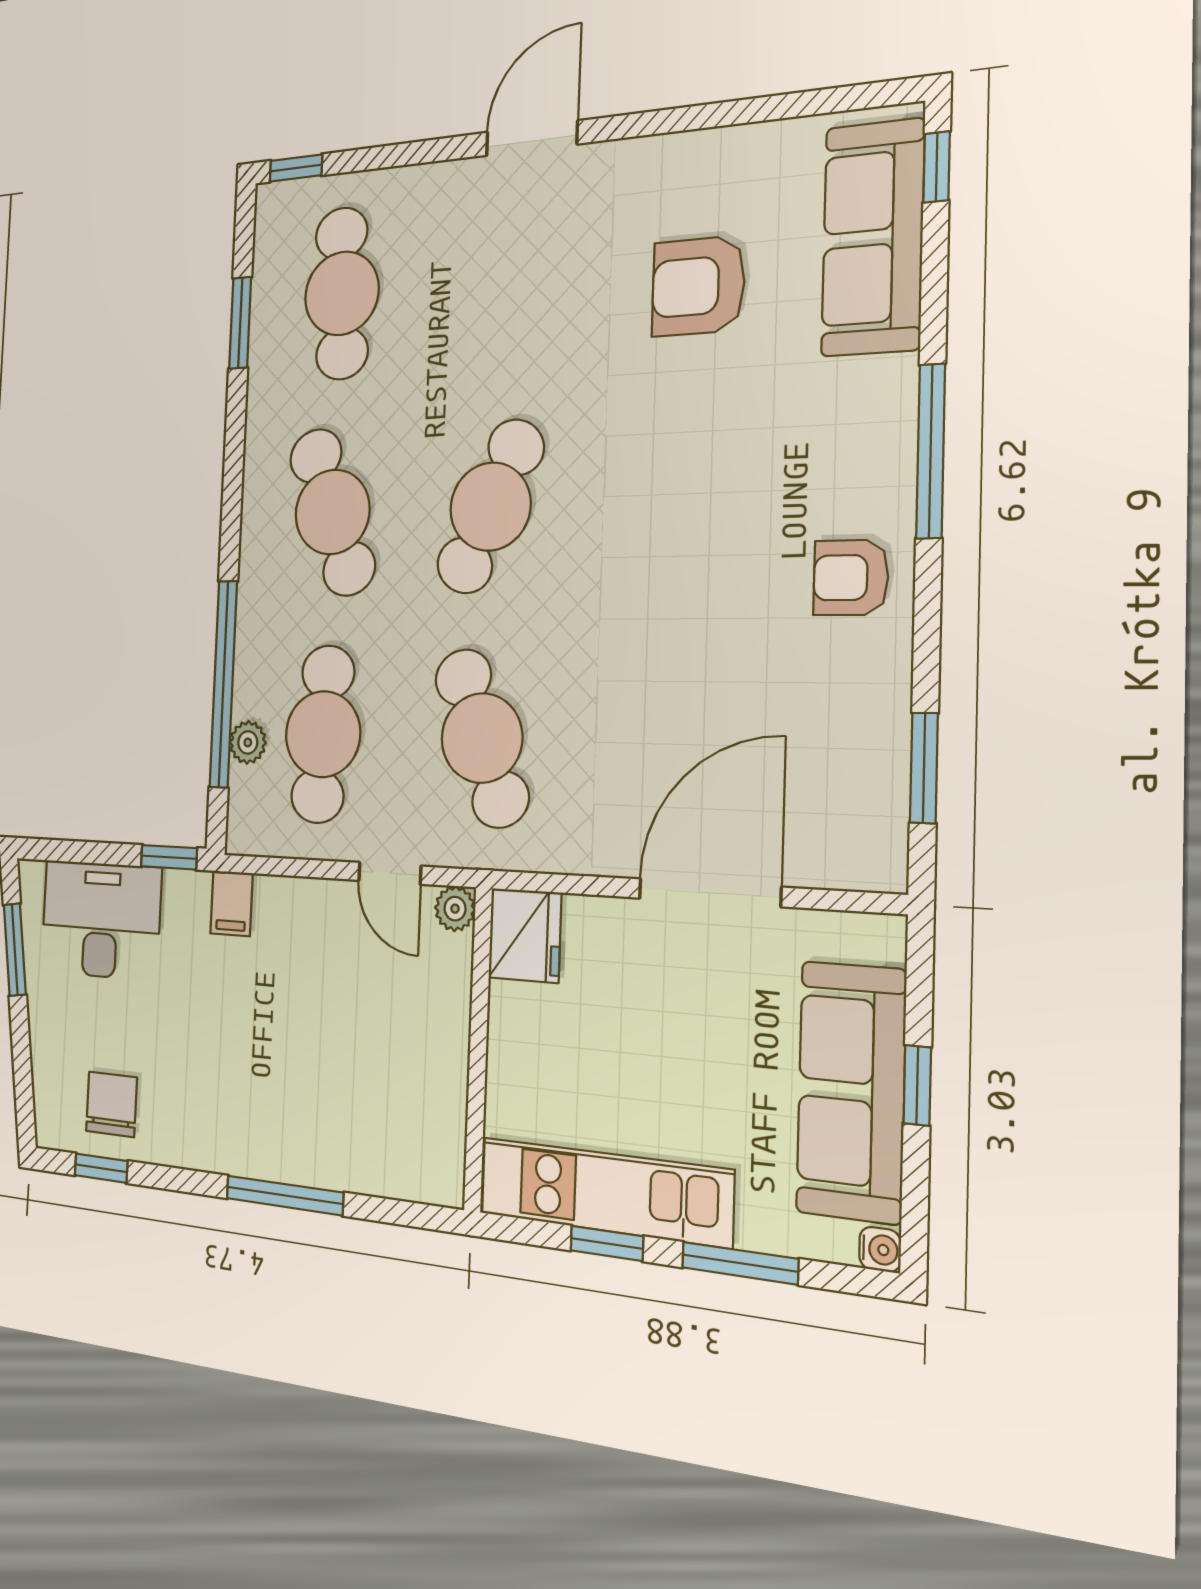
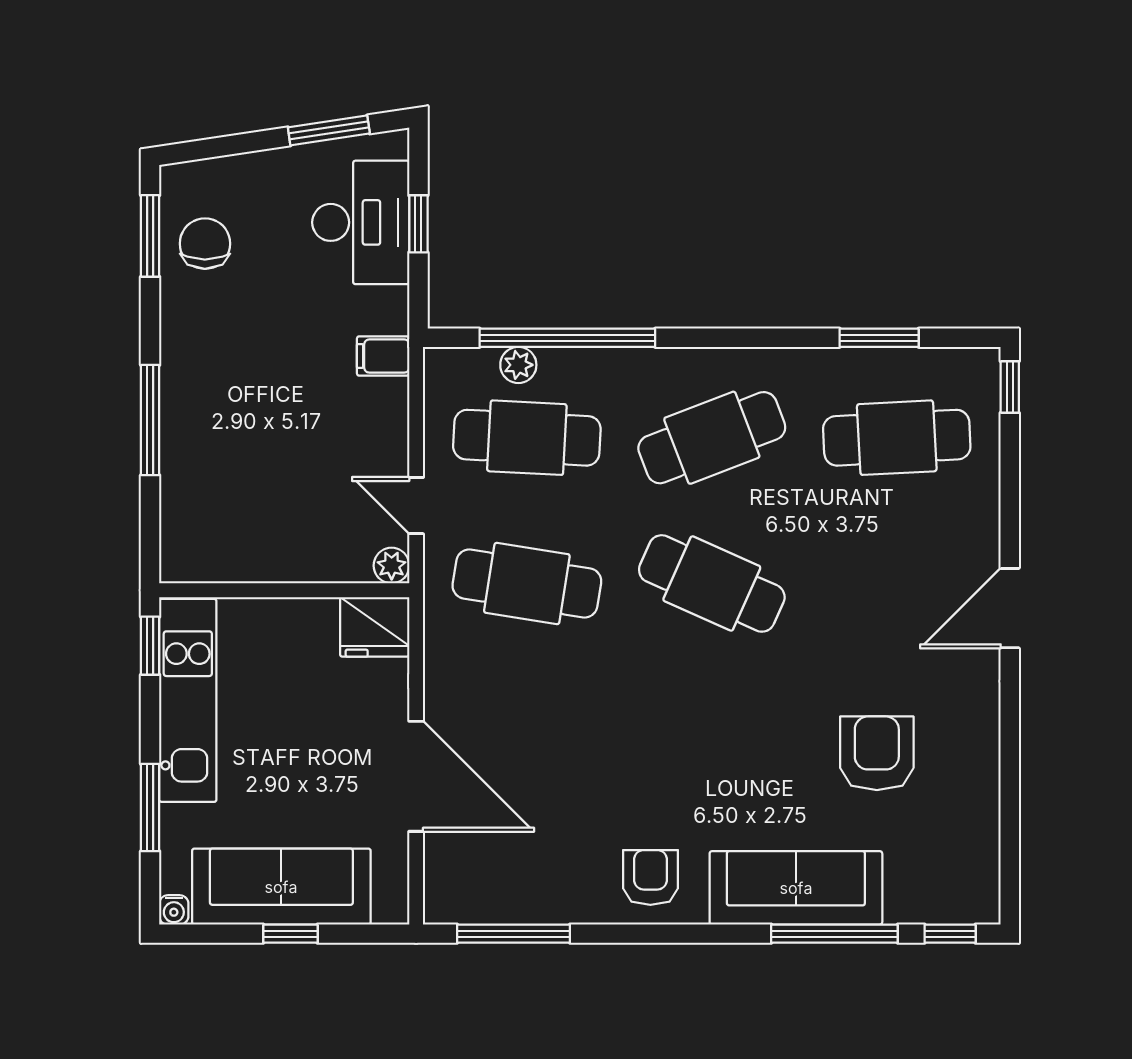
door: (532, 138) -> (1010, 608), swing flipped
sofa: (873, 238) -> (796, 888), moved
window: (931, 451) -> (834, 934), moved
cafe table: (482, 738) -> (527, 583), turned 30
window: (924, 768) -> (513, 934), width x1.44
window: (169, 857) -> (418, 224), moved
door: (390, 873) -> (416, 506), hinge flipped
chair: (112, 1104) -> (205, 244), turned -90
window: (101, 1168) -> (150, 236), width x1.50
window: (607, 1243) -> (150, 646), moved

